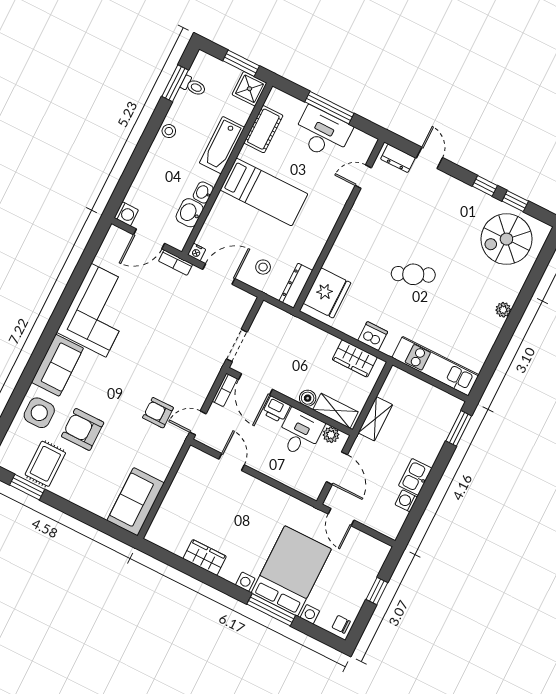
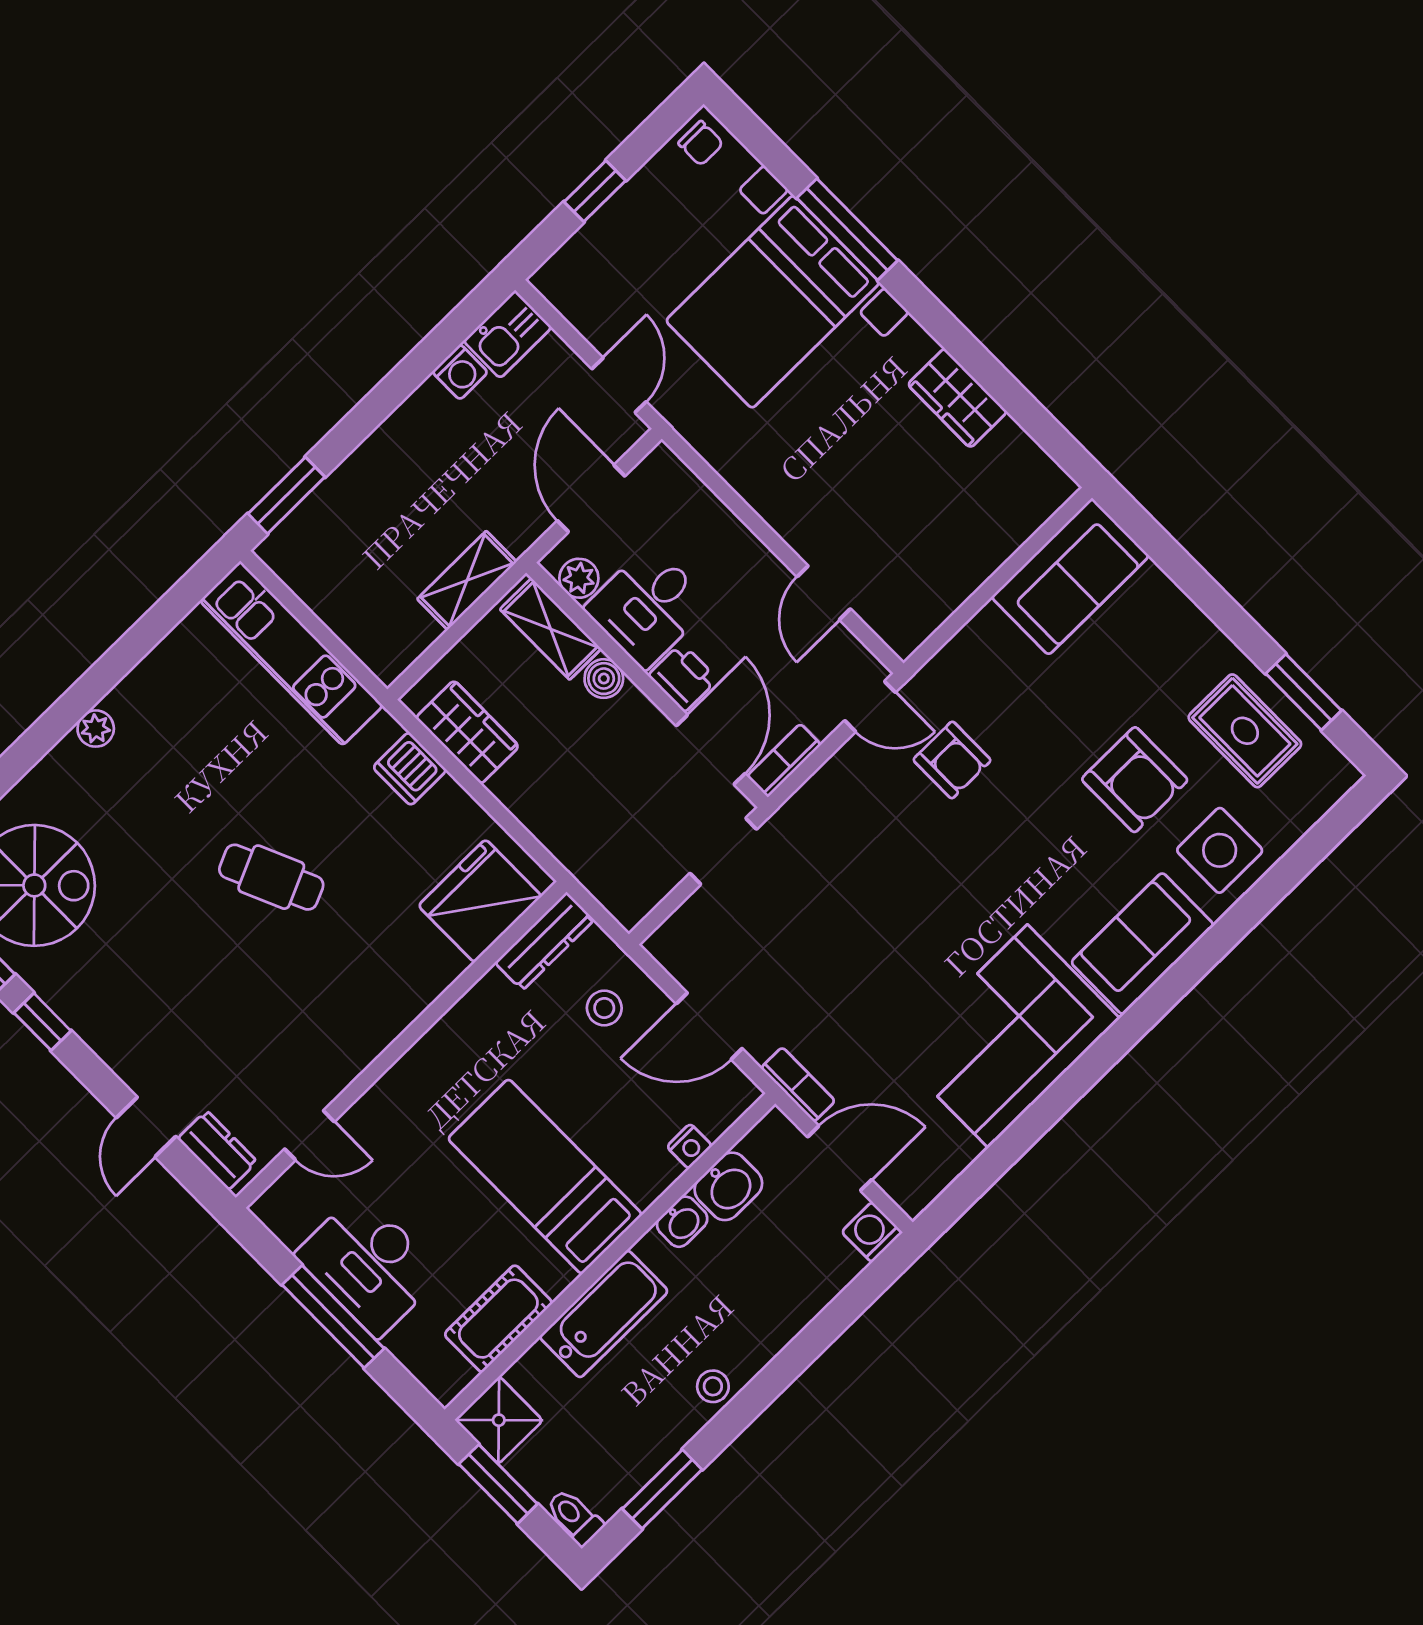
toilet: (193, 86) -> (574, 1517), moved
nightstand: (197, 252) -> (689, 1146), moved, turned 90
rug: (45, 464) -> (1245, 731), turned 90
kitchen sink: (415, 477) -> (508, 334), moved

